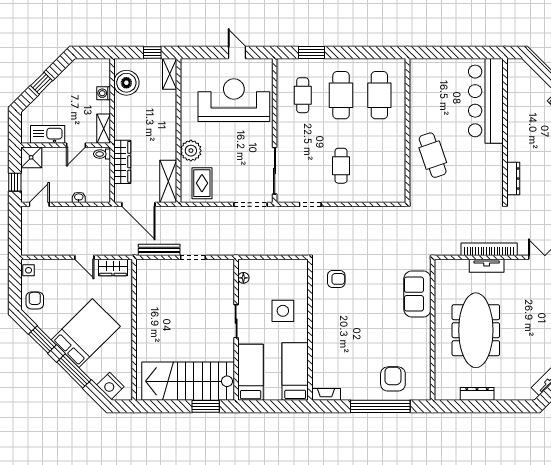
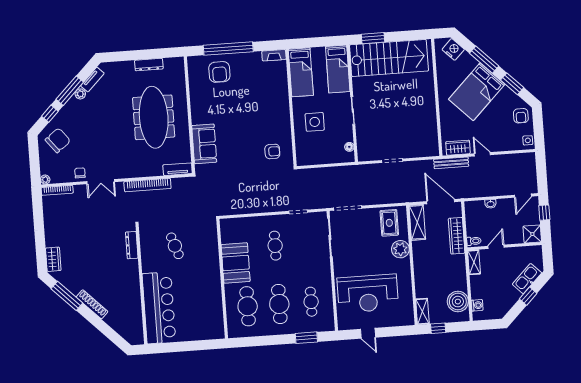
washing machine: (104, 93) -> (477, 305), moved
kitchen sink: (48, 134) -> (527, 279), moved, turned 135
booth: (390, 148) -> (236, 263), added
cafe table: (433, 155) -> (175, 246), moved, width x0.73, depth x0.74
bench: (159, 250) -> (451, 163), moved
tv unit: (487, 266) -> (178, 169), moved
armchair: (336, 279) -> (272, 151), turned 180

